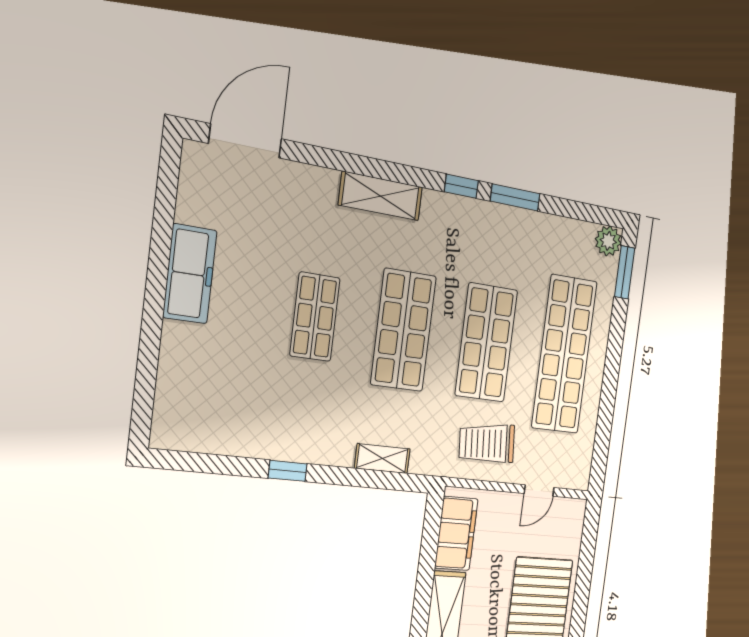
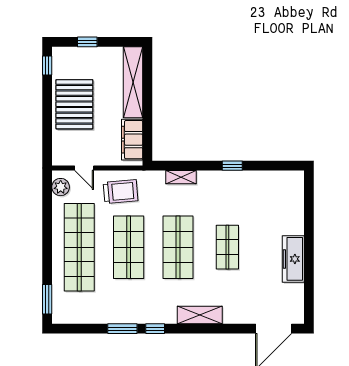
plant: (608, 241) -> (61, 187), moved
door: (539, 491) -> (84, 168), swing flipped

